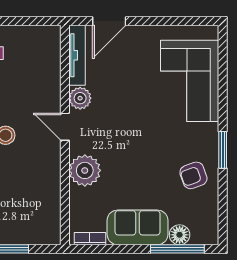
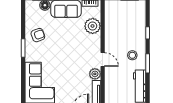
plant: (85, 170) -> (93, 26), moved

